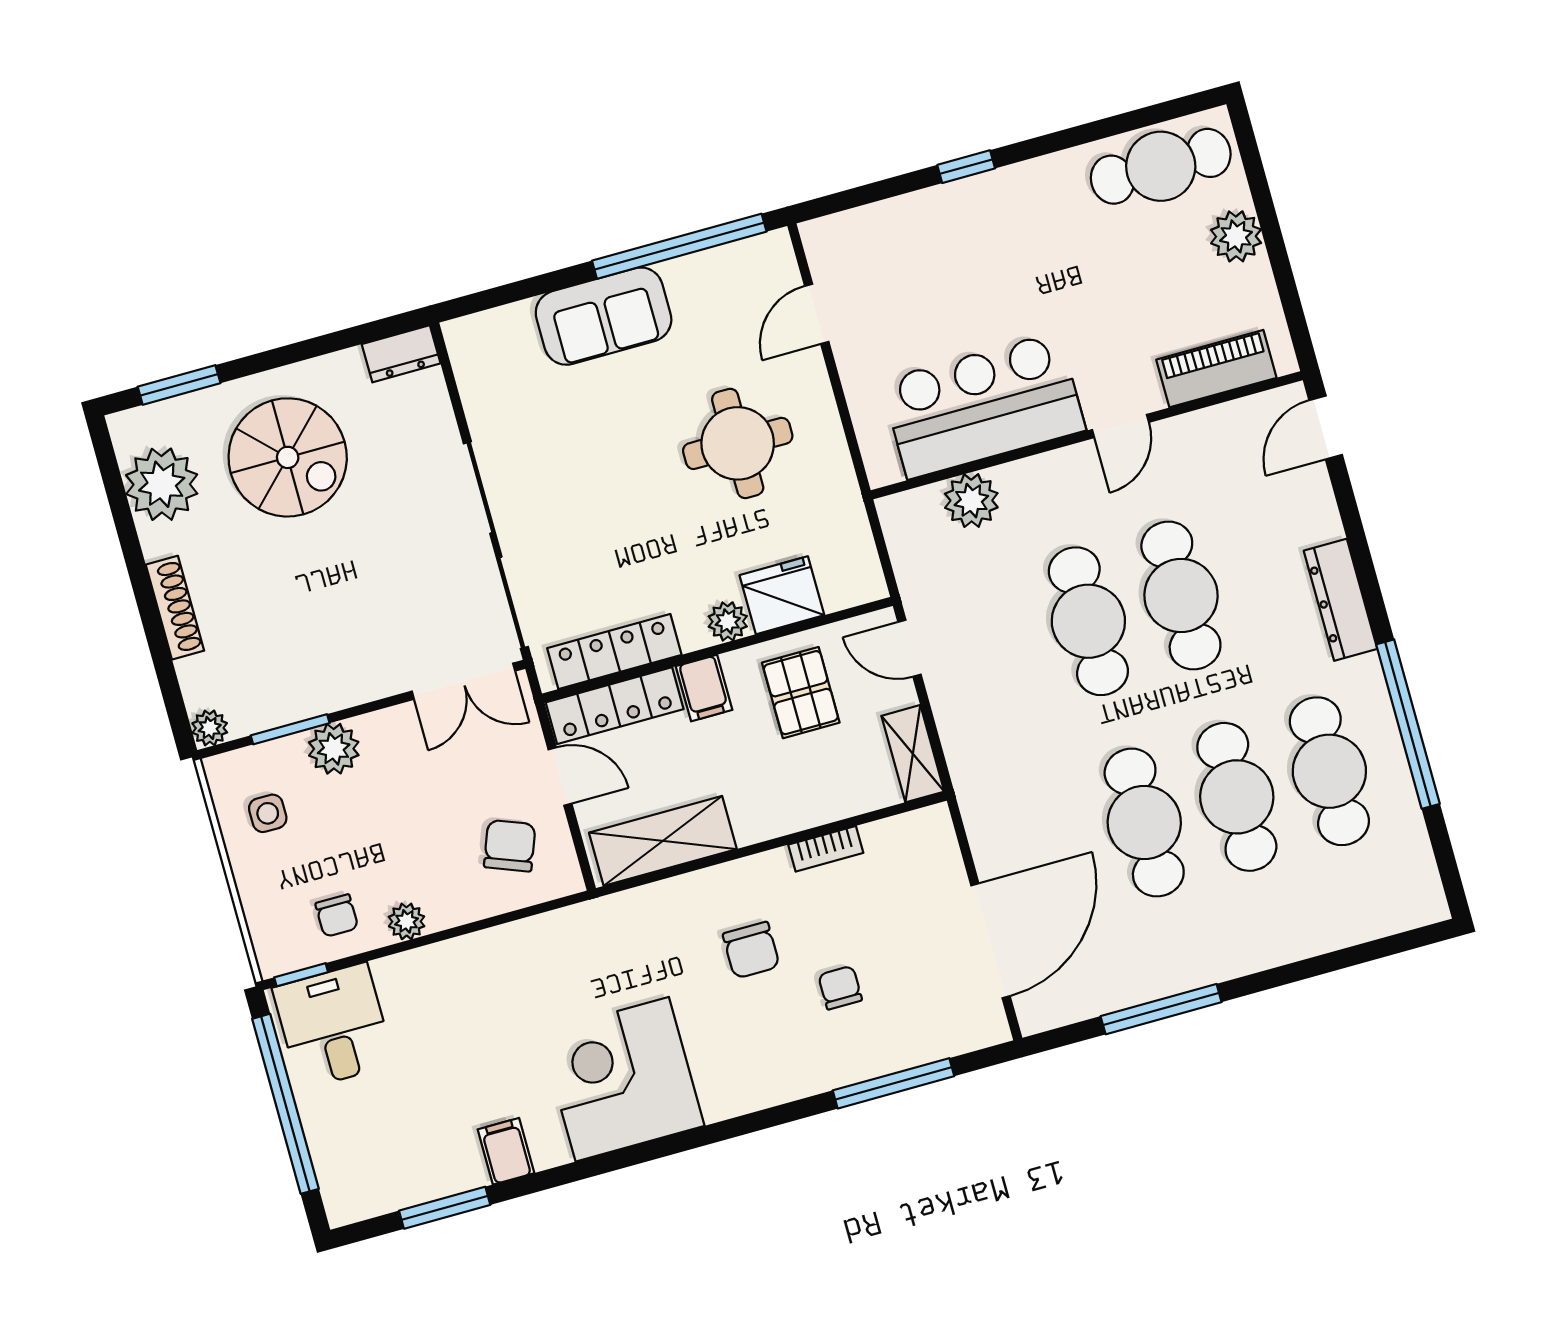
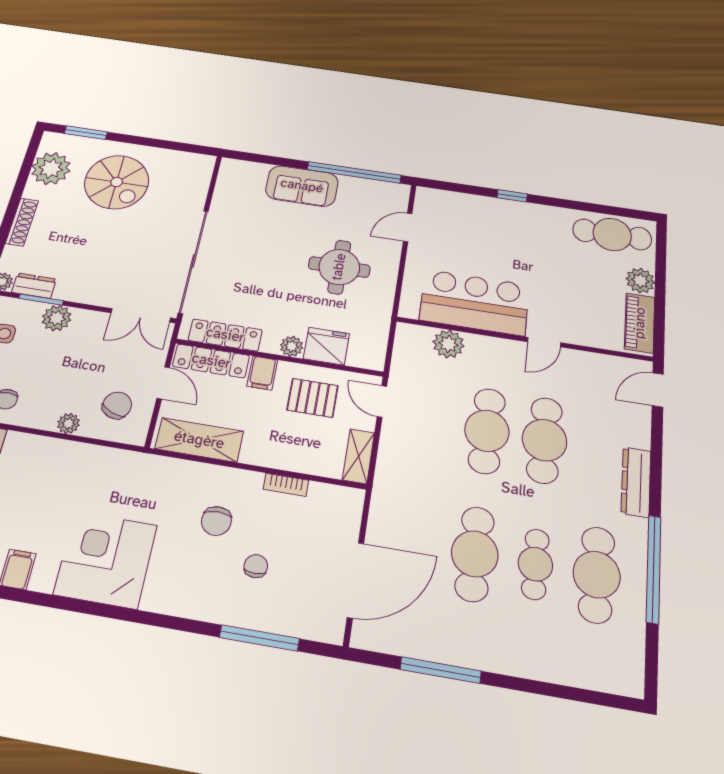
dresser: (401, 354) -> (34, 286), moved, turned 180
piano: (1216, 369) -> (640, 323), moved, turned -90
pallet: (801, 693) -> (313, 398), turned 90
cafe table: (1237, 797) -> (535, 564), width x0.73, depth x0.74
plant: (407, 921) -> (68, 424), moved

